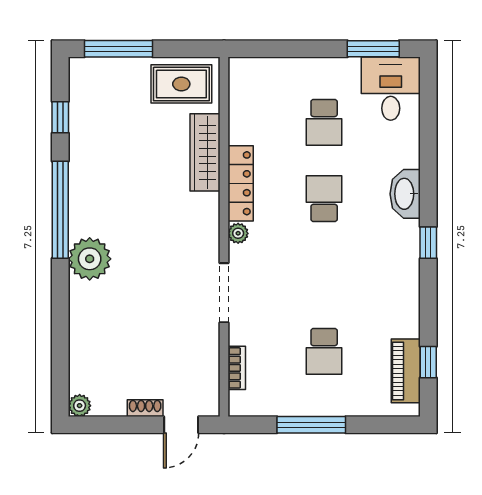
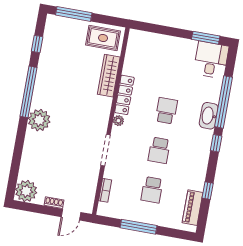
school desk: (324, 122) -> (159, 150), moved
window: (428, 163) -> (224, 102), added
window: (428, 362) -> (208, 191), moved
plant: (80, 406) -> (26, 191), width x1.88, depth x1.88

